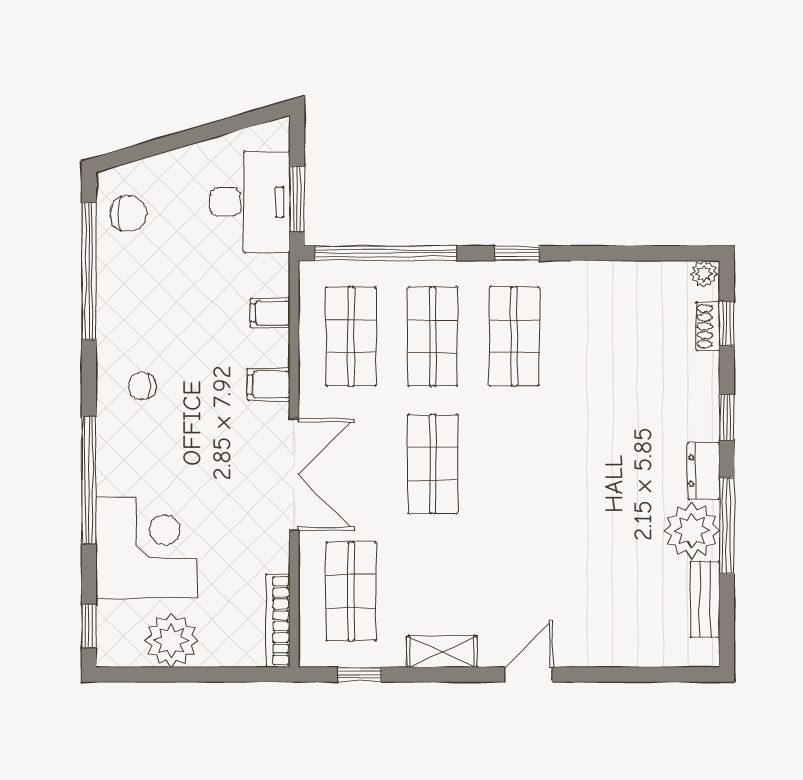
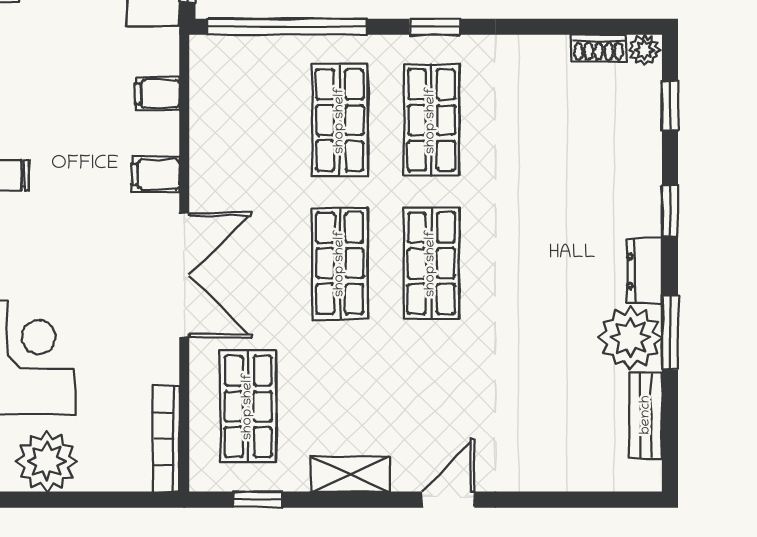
shoe rack: (708, 326) -> (599, 48), moved, turned -90
shop shelf: (351, 336) -> (431, 263), moved
window: (727, 525) -> (670, 332), width x0.69

